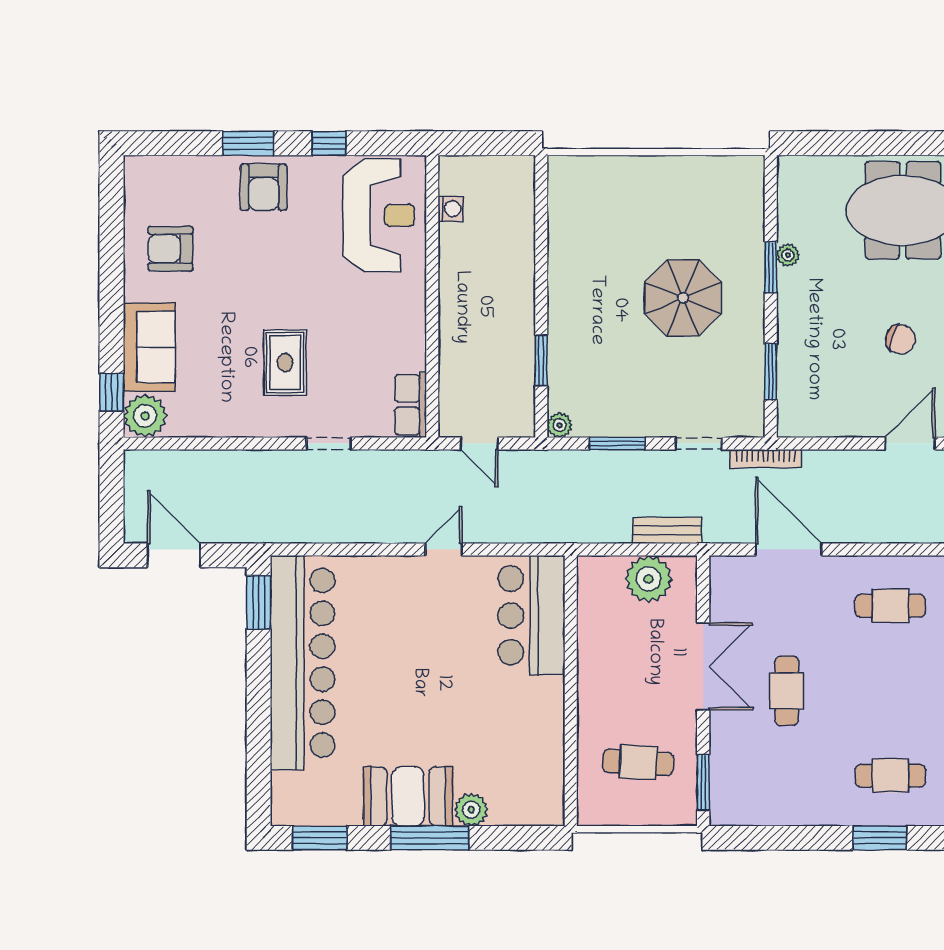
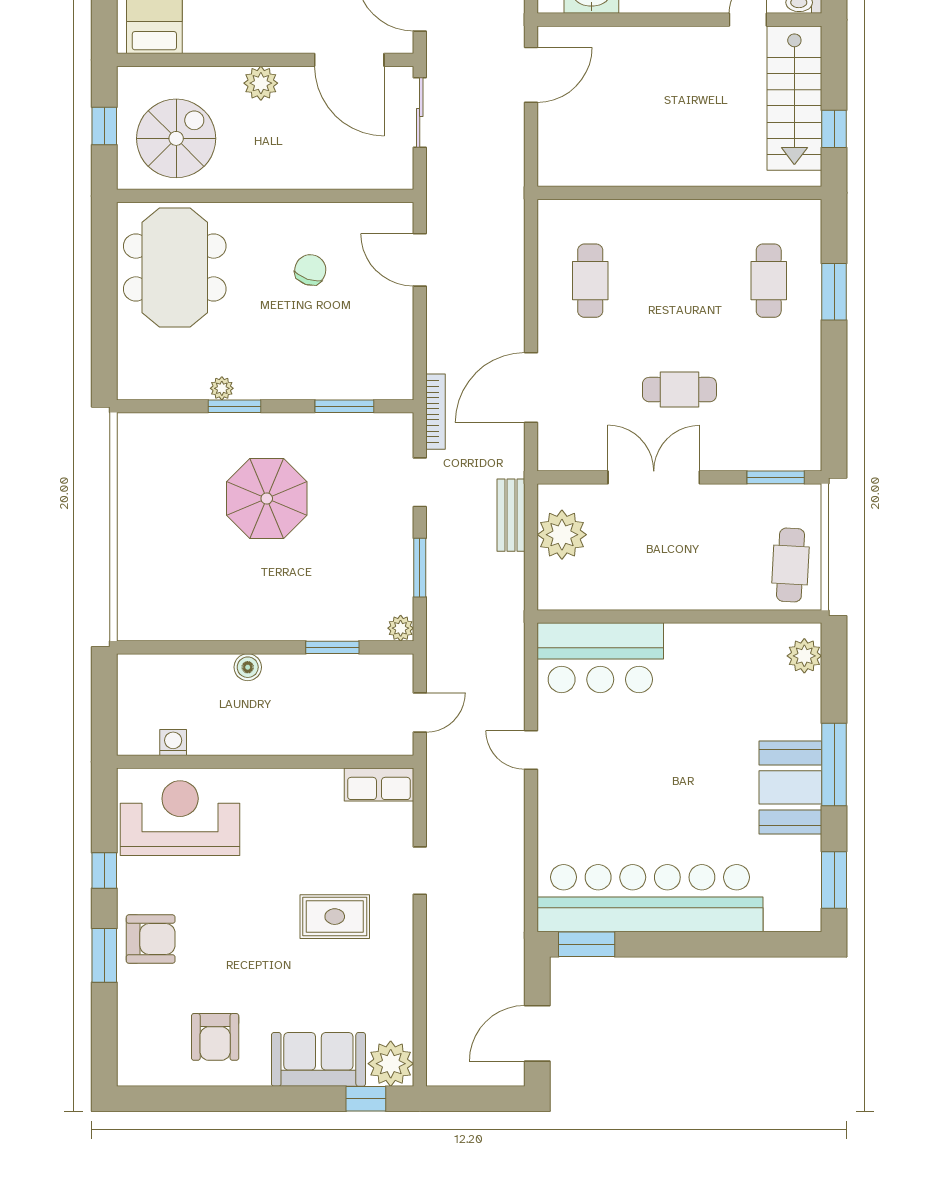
boiler: (522, 280) -> (248, 667), added
cafe table: (638, 762) -> (790, 565), moved
plant: (471, 810) -> (804, 656), moved

